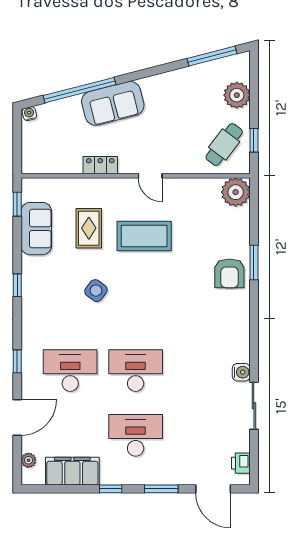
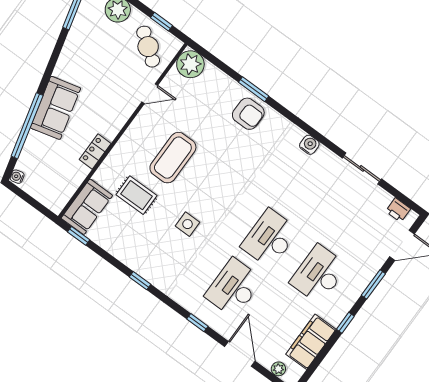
door: (150, 176) -> (150, 94), moved
sofa: (36, 229) -> (87, 207), moved, turned 90
side table: (96, 291) -> (188, 224), turned -37
water cooler: (241, 372) -> (309, 145), moved

